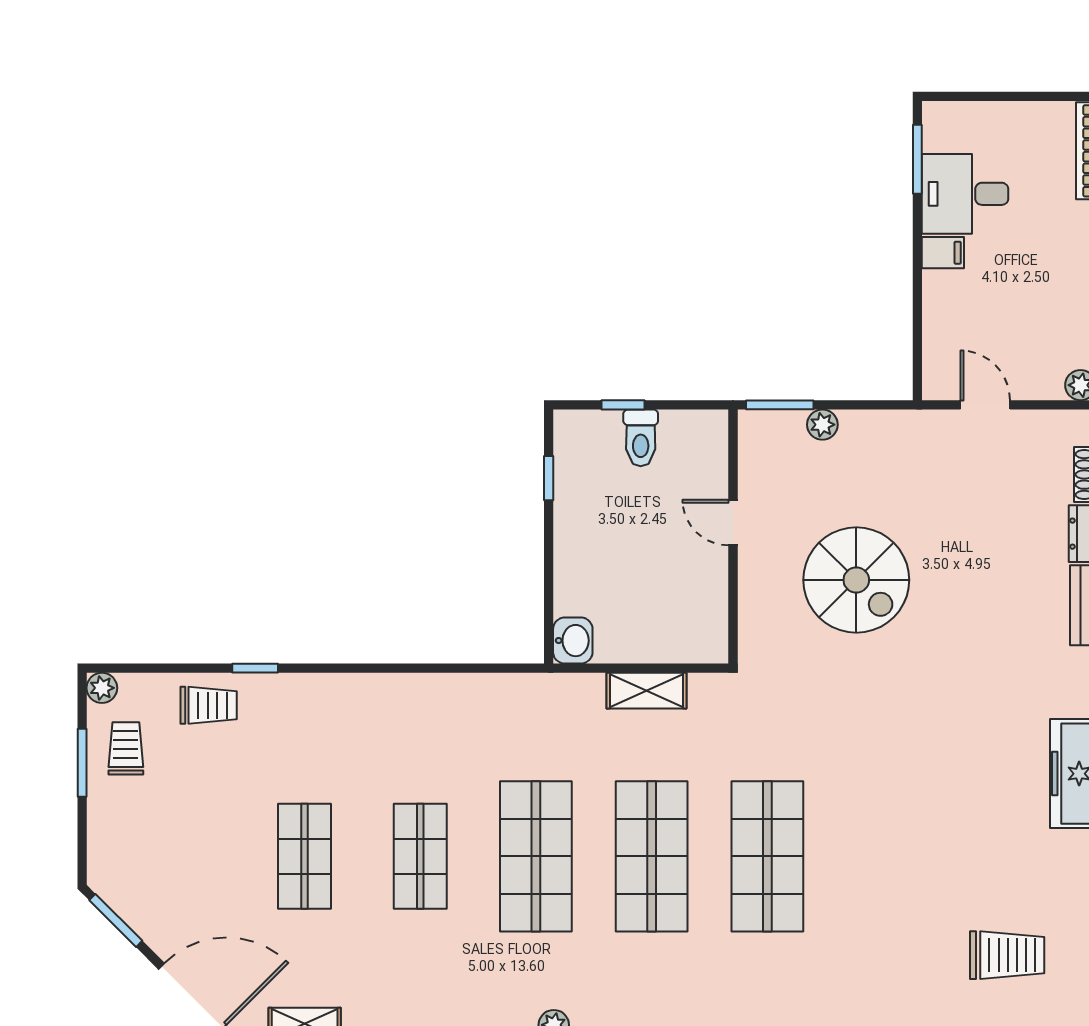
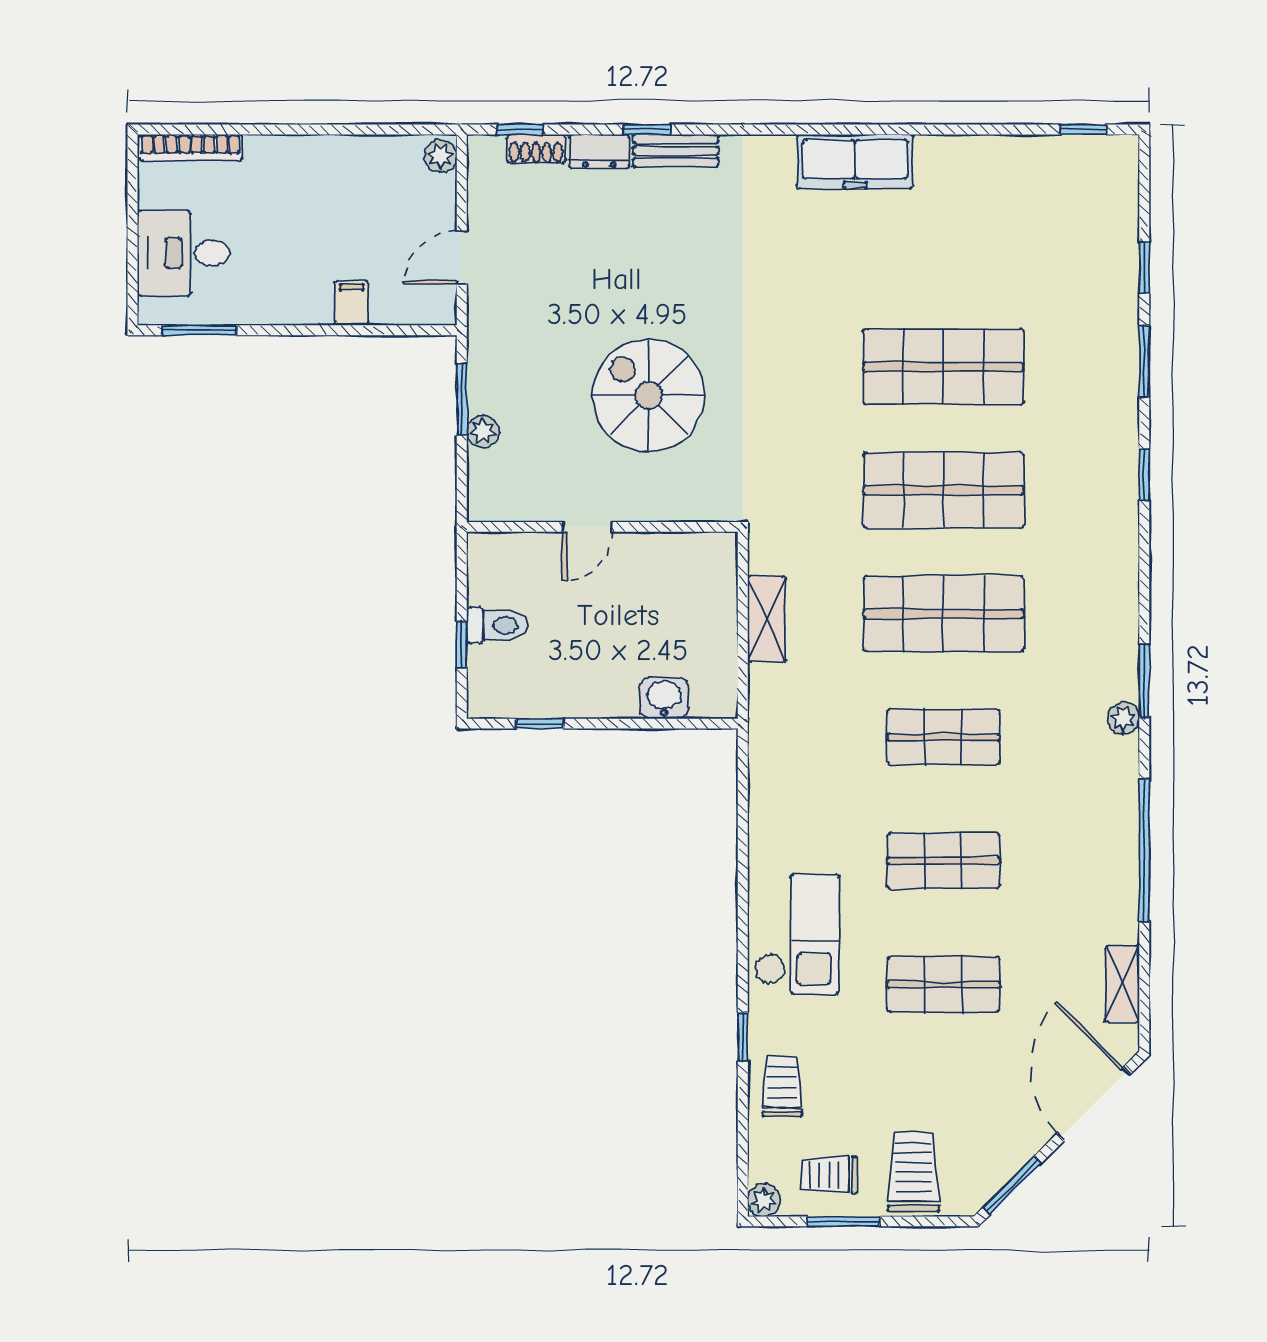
desk: (965, 194) -> (183, 253), moved, turned 90
filing cabinet: (943, 253) -> (352, 303), moved
window: (780, 405) -> (462, 399), moved
spiral stairs: (856, 580) -> (649, 395), turned -90
washbasin: (573, 641) -> (664, 698), moved
checkout: (351, 719) -> (797, 934), added
shop shelf: (536, 856) -> (943, 737), width x0.70, depth x0.74
shop shelf: (883, 856) -> (943, 367), added
trolley: (1007, 955) -> (913, 1172), moved

